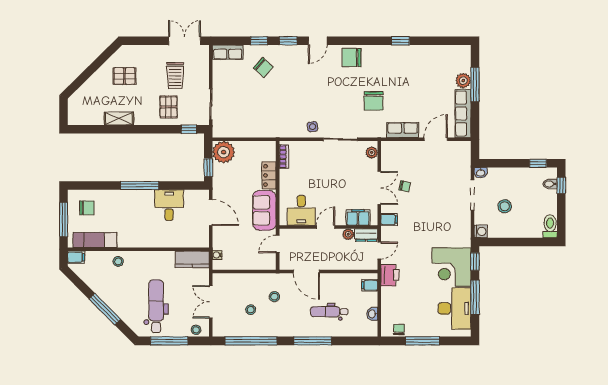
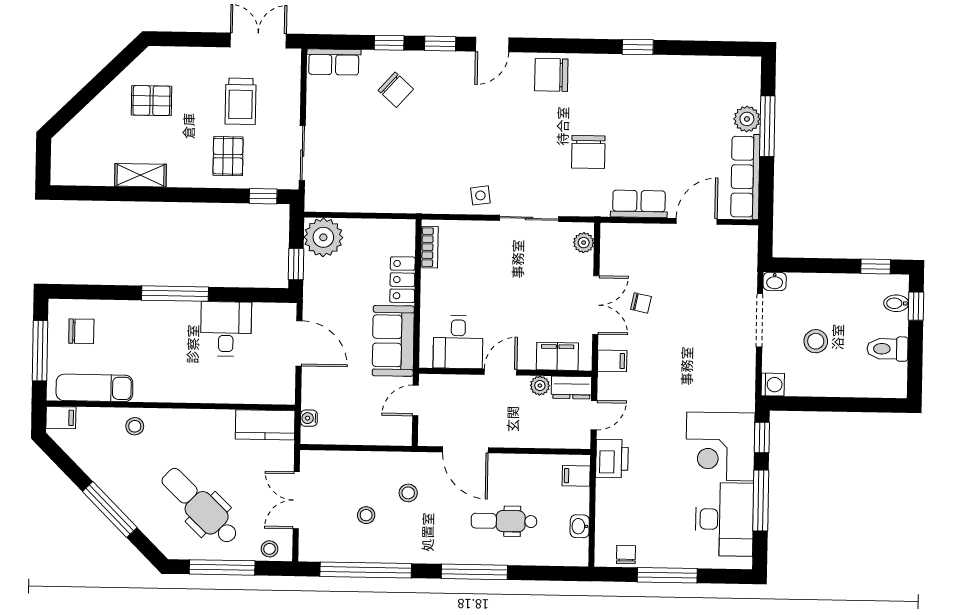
toilet: (550, 226) -> (887, 349), moved, turned -90
dental chair: (156, 306) -> (200, 506), turned -46

